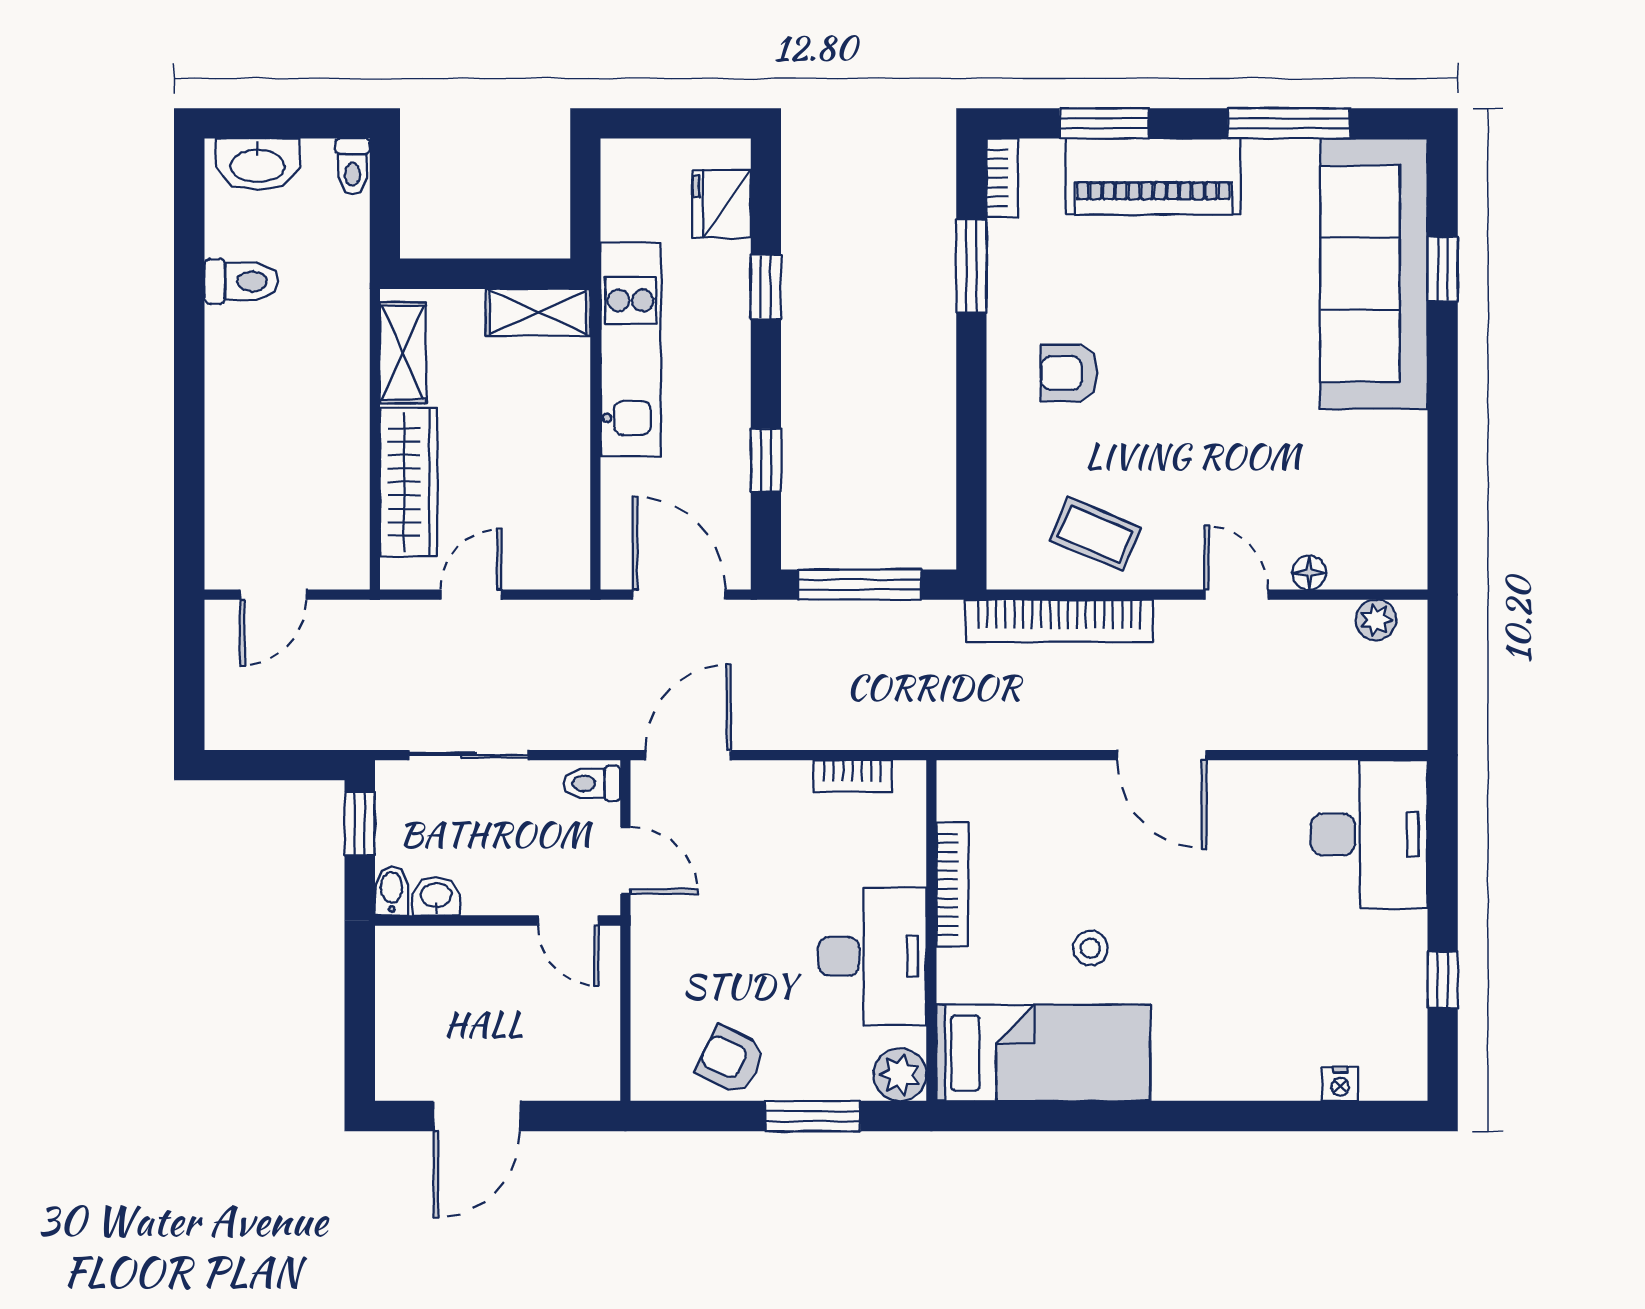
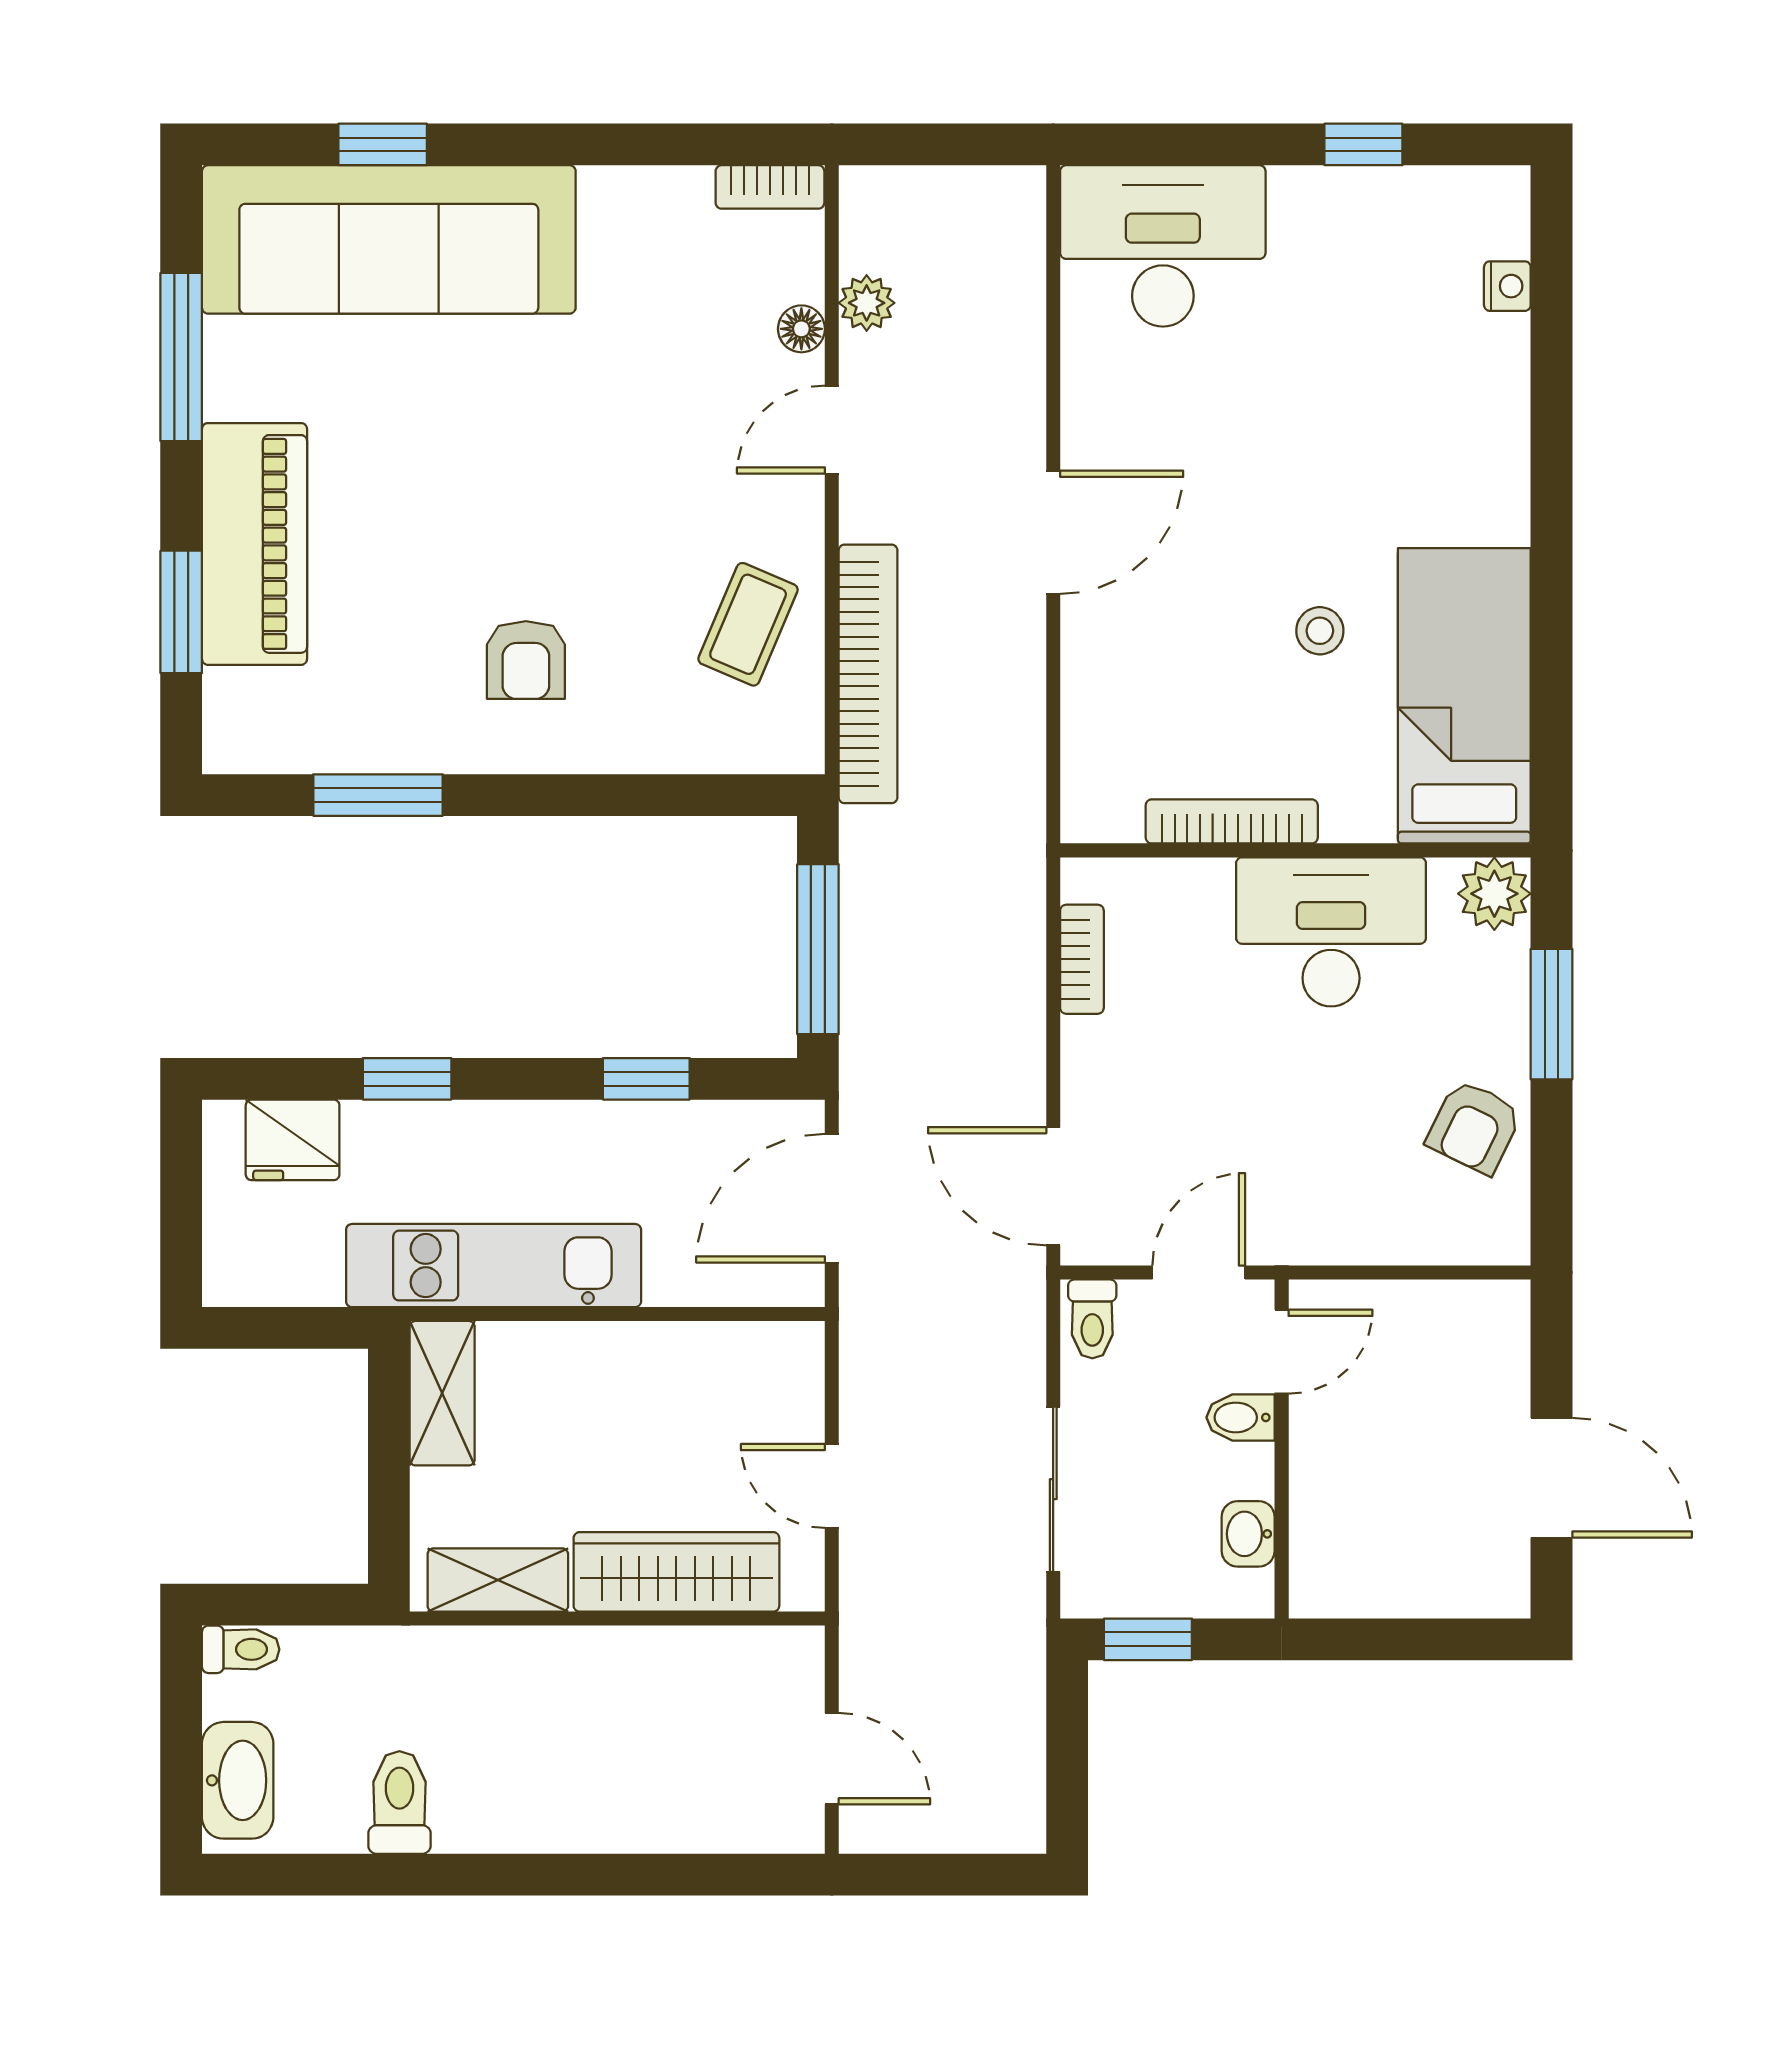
bookcase: (1002, 178) -> (770, 187), moved, turned 180
plant: (1376, 620) -> (867, 303), moved
bidet: (392, 891) -> (1241, 1417), moved

